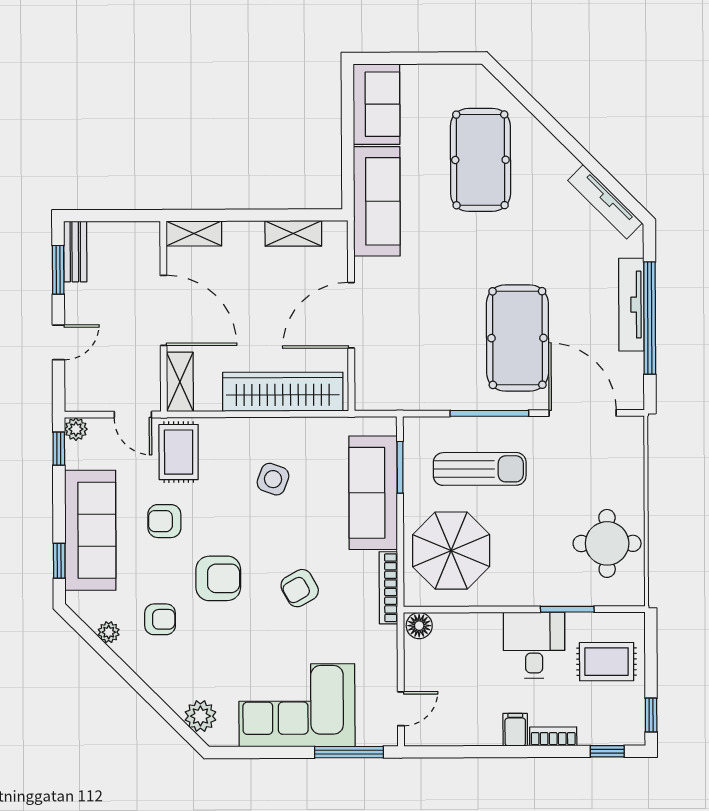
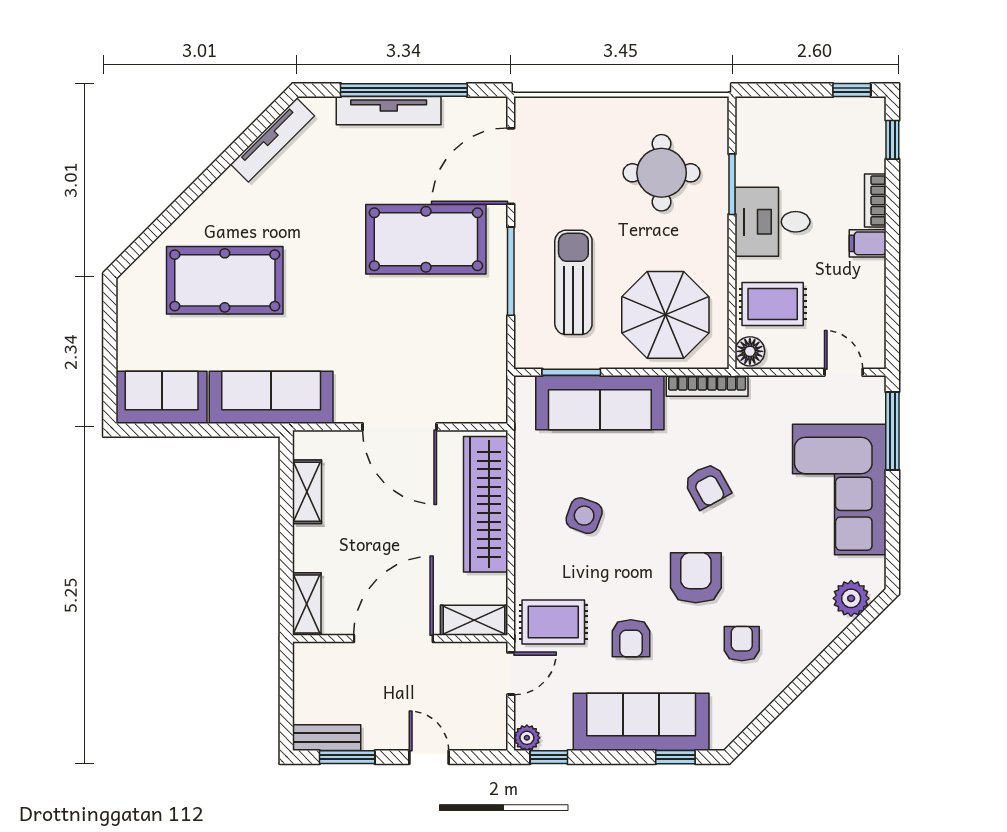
round table: (607, 543) -> (662, 173), moved
plant: (109, 632) -> (756, 702), removed
rug: (607, 662) -> (773, 304), moved, turned 90

